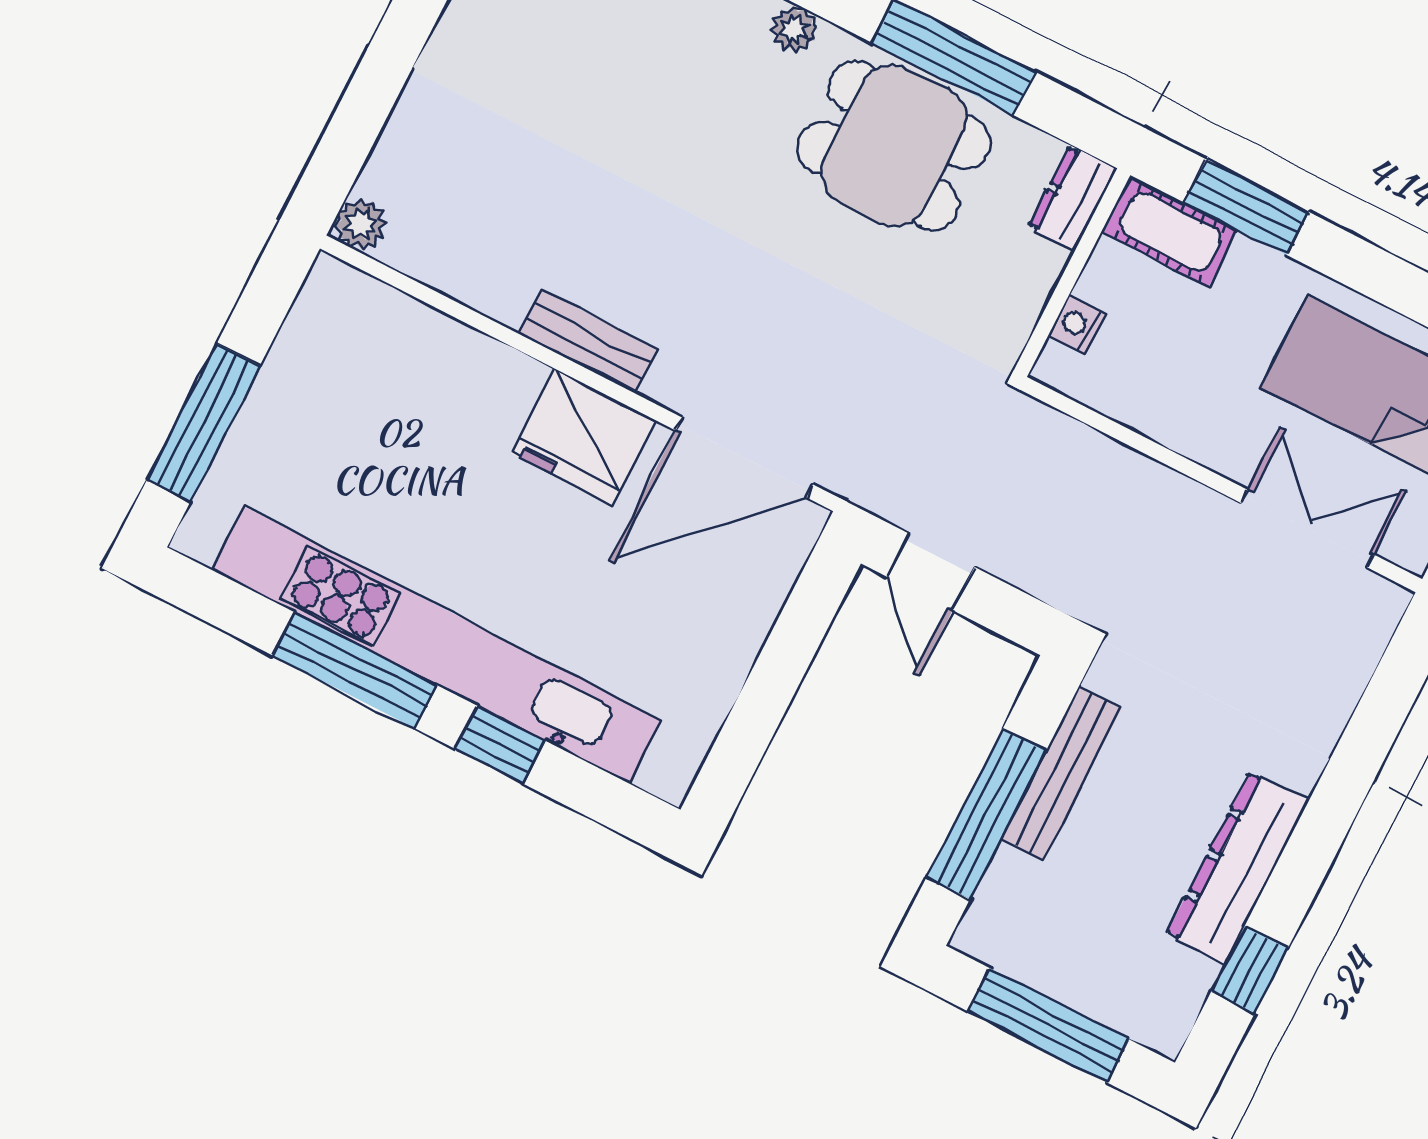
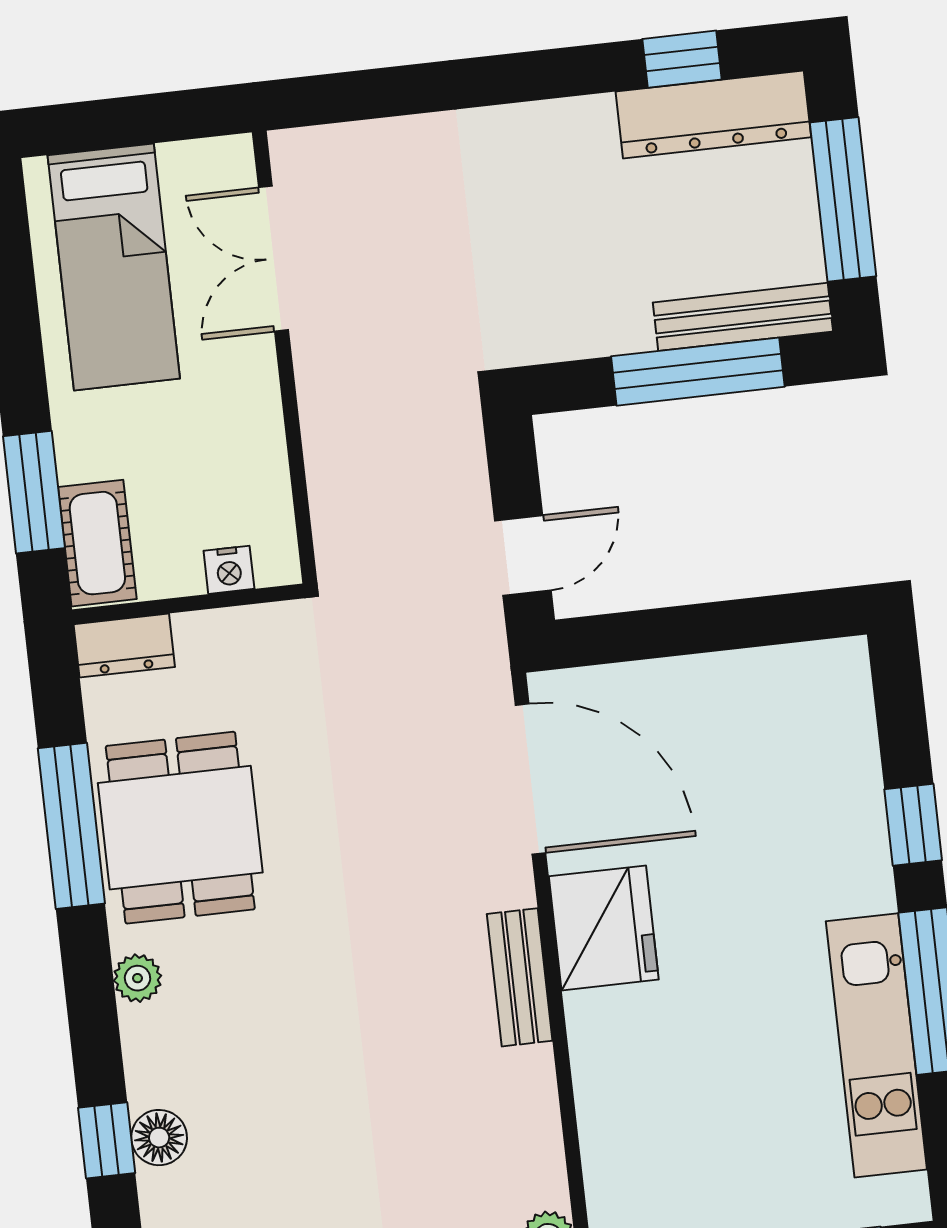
kitchen unit: (437, 645) -> (876, 1045), width x0.54
bench: (1061, 773) -> (743, 317), moved
dresser: (1238, 867) -> (713, 114), moved

